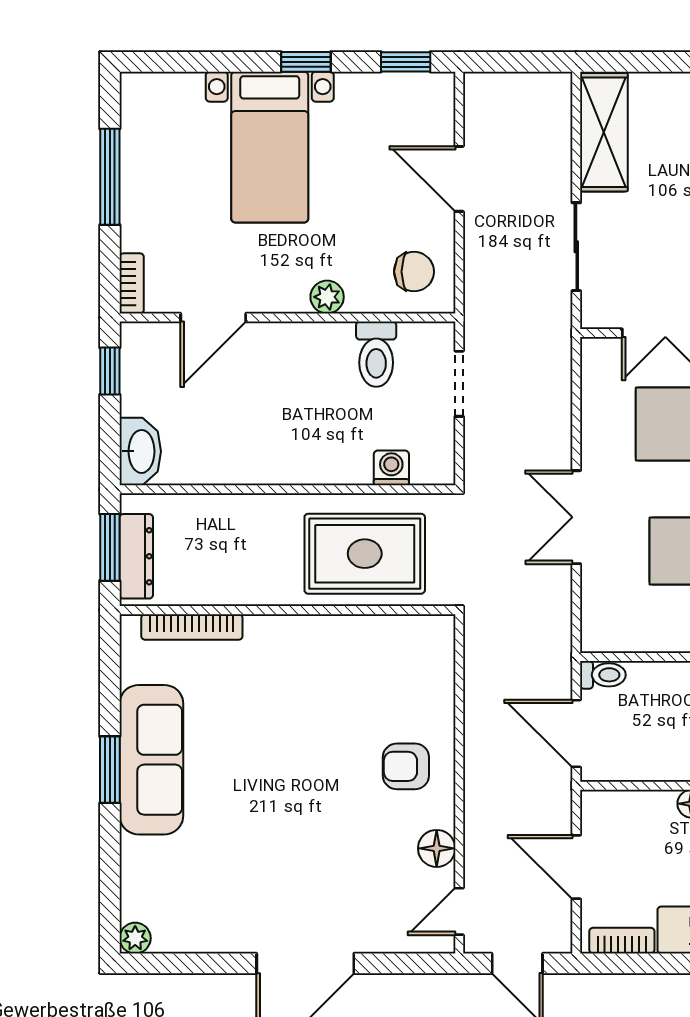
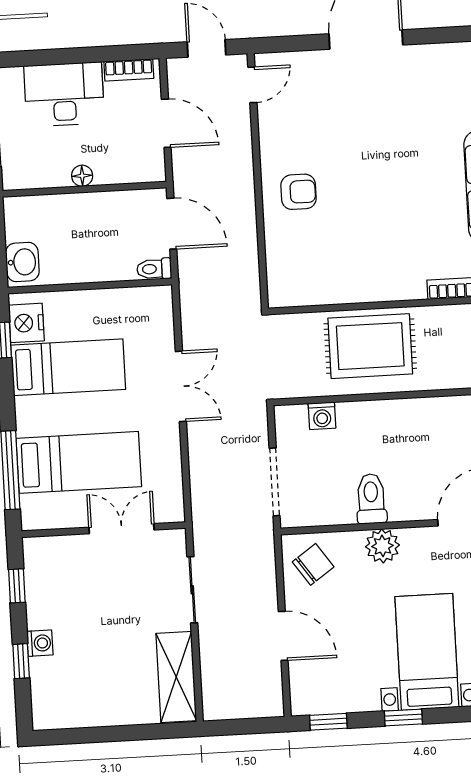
chair: (414, 272) -> (313, 564), turned 145
plant: (327, 297) -> (382, 546), width x1.38, depth x1.38
toilet: (376, 354) -> (371, 499), moved
doorway: (459, 384) -> (275, 482), width x1.38
rug: (365, 554) -> (370, 346), moved
floor lamp: (437, 848) -> (272, 131), removed

